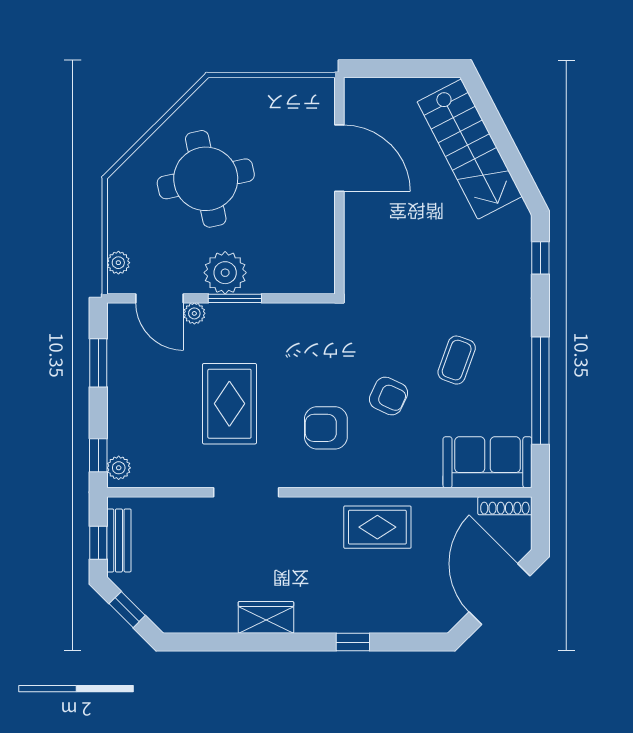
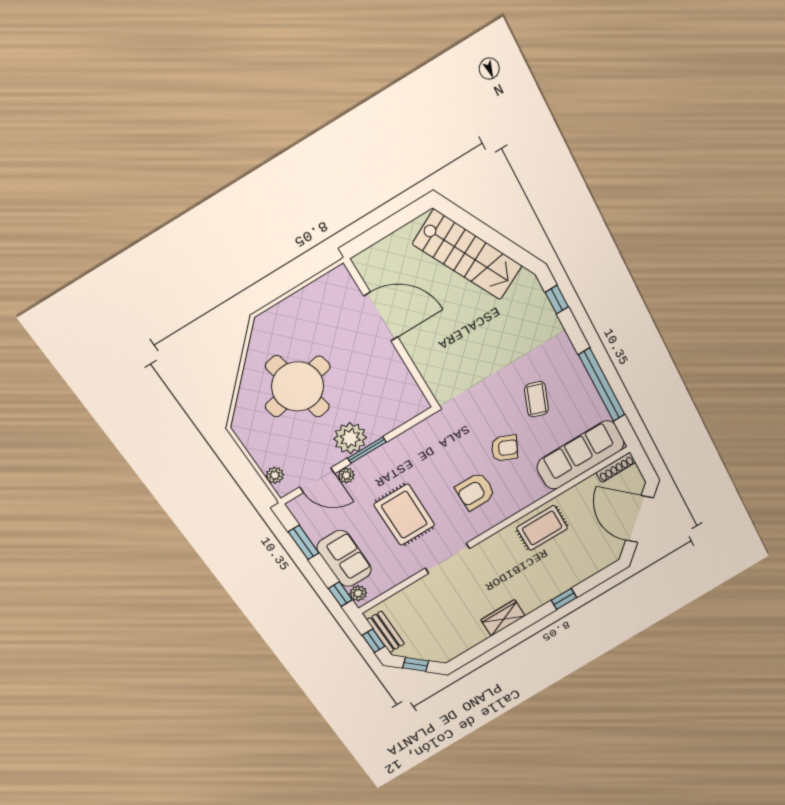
sofa: (130, 413) -> (344, 559), added
sofa: (487, 462) -> (581, 455), width x1.36

